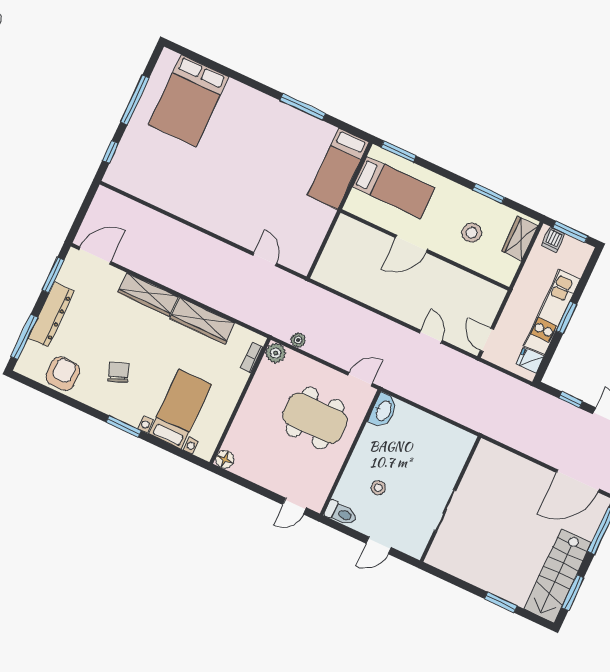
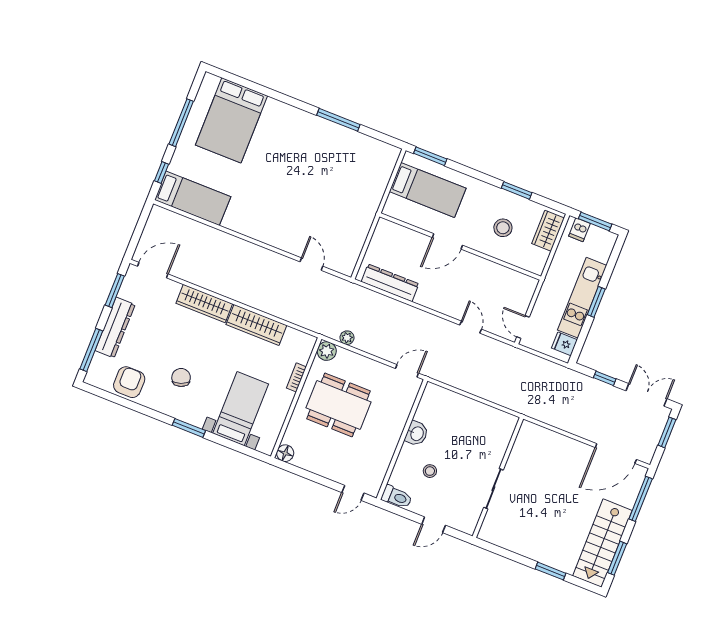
bed: (338, 169) -> (193, 198), moved, turned -90
dresser: (348, 284) -> (390, 283), added
bookcase: (252, 358) -> (296, 377), moved
washbasin: (383, 410) -> (416, 434), moved, width x0.72
dining table: (315, 418) -> (338, 405), moved

